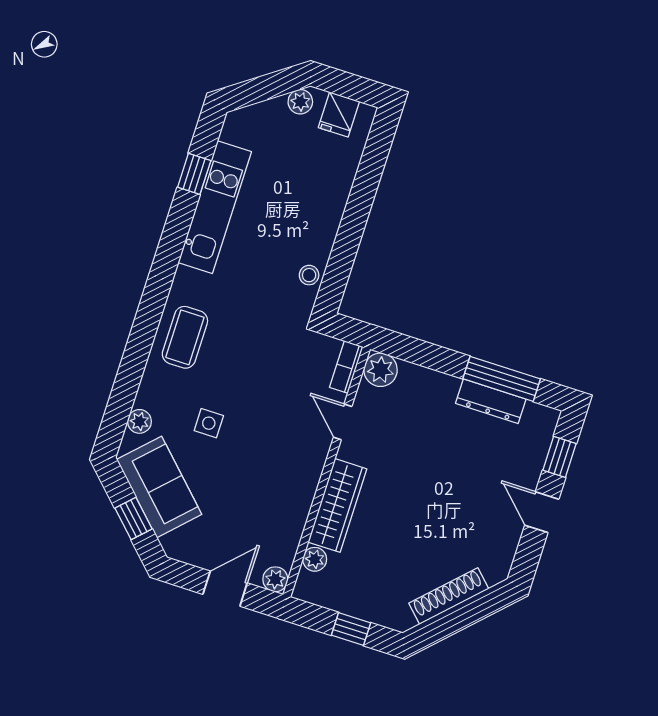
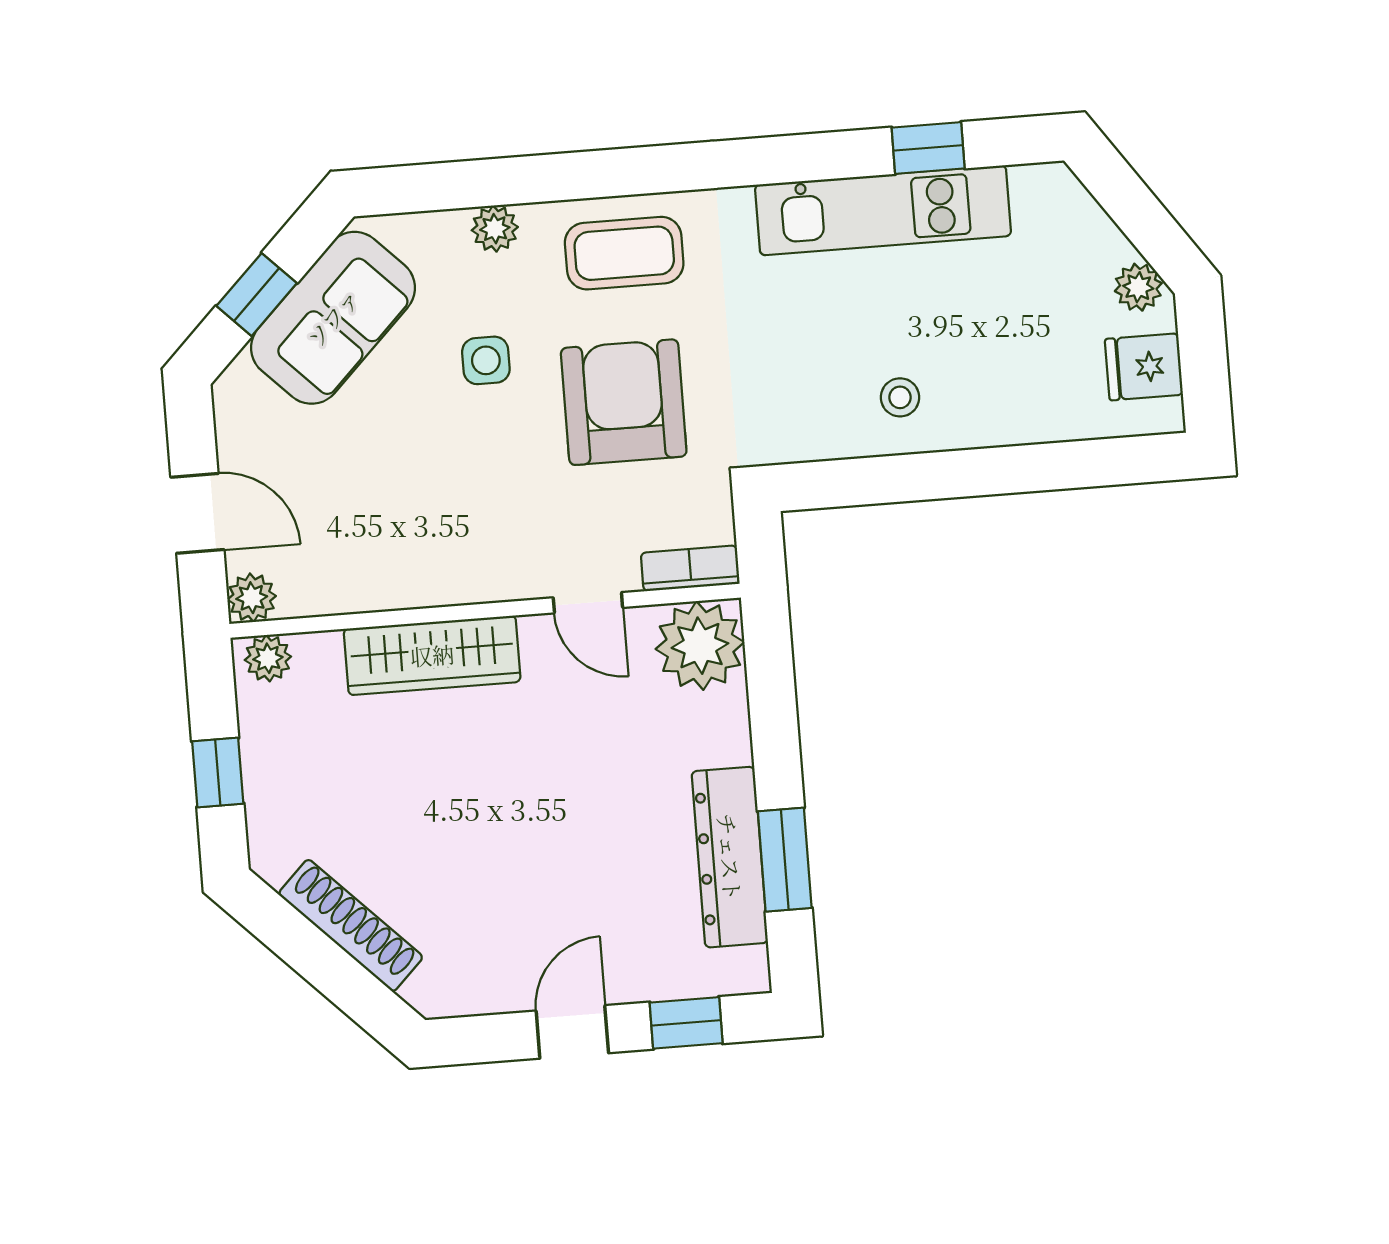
stool: (309, 275) -> (900, 397), moved
armchair: (255, 366) -> (624, 402), added
plant: (381, 370) -> (700, 646), width x1.36, depth x1.36
window: (502, 379) -> (785, 860), width x0.69
dresser: (491, 401) -> (730, 857), width x1.37, depth x1.24
plant: (139, 421) -> (495, 229), moved
door: (343, 422) -> (588, 603), swing flipped
plant: (315, 559) -> (268, 658), moved

